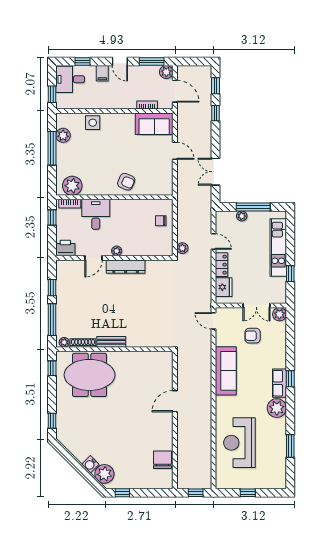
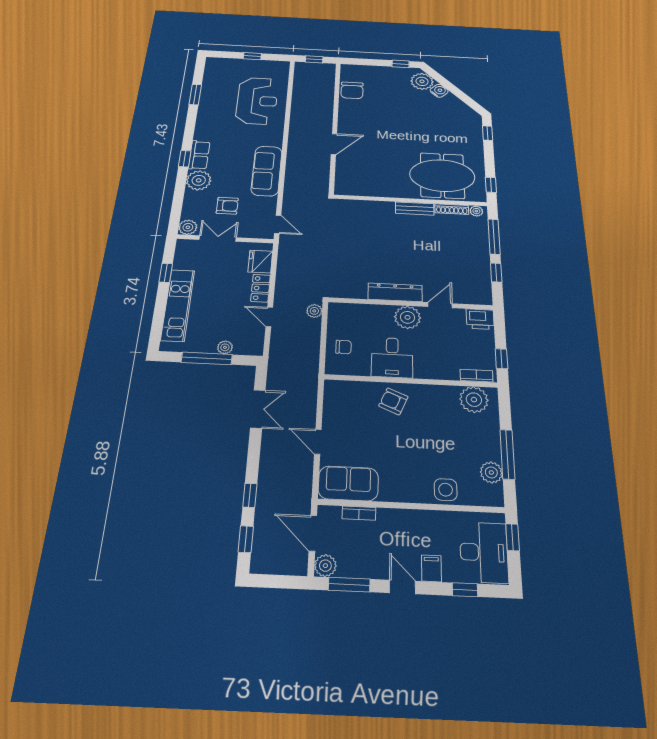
desk: (70, 79) -> (484, 552), width x1.37
desk: (96, 214) -> (392, 358), moved
plant: (117, 251) -> (407, 317), width x1.87, depth x1.87
plant: (277, 408) -> (199, 180), moved

